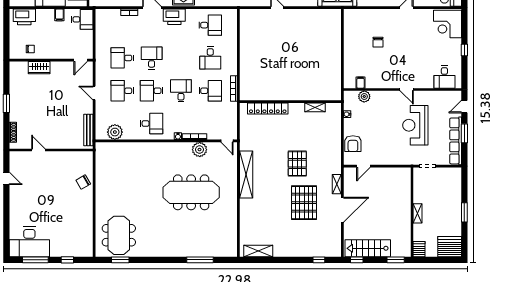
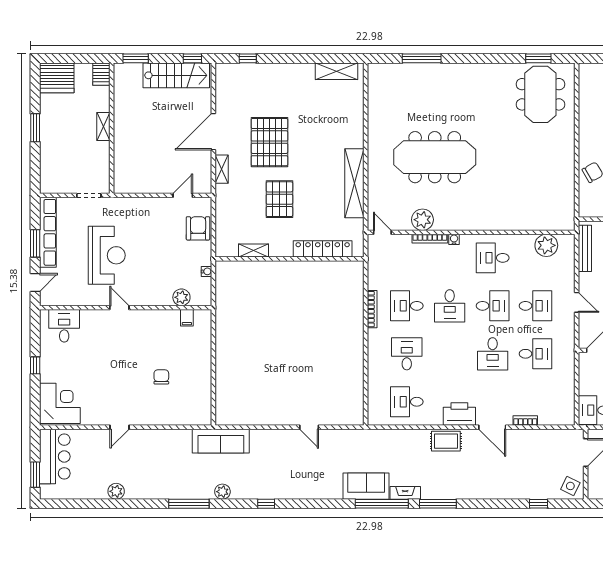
wall: (290, 102) -> (290, 259), moved
shelving: (315, 107) -> (254, 250), moved
locker: (268, 108) -> (323, 249), moved

